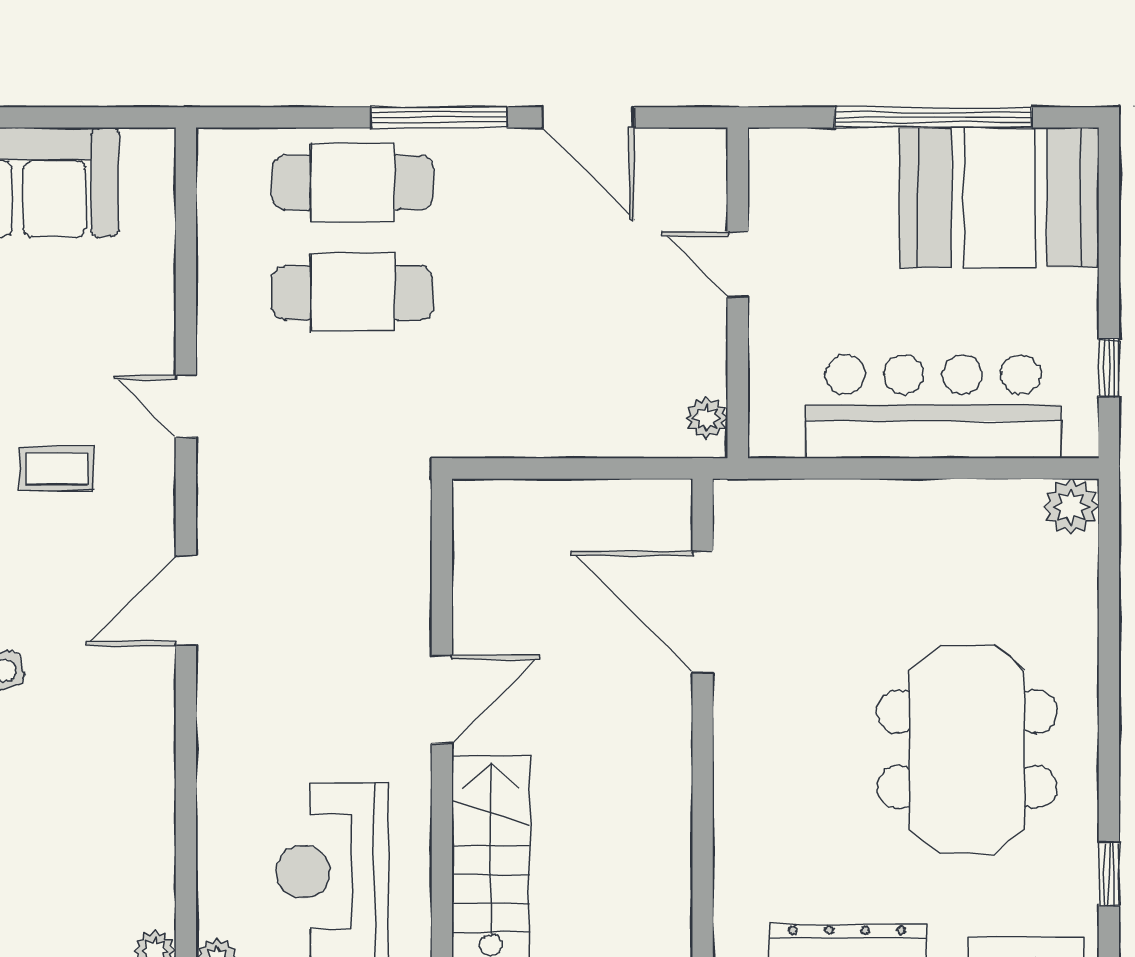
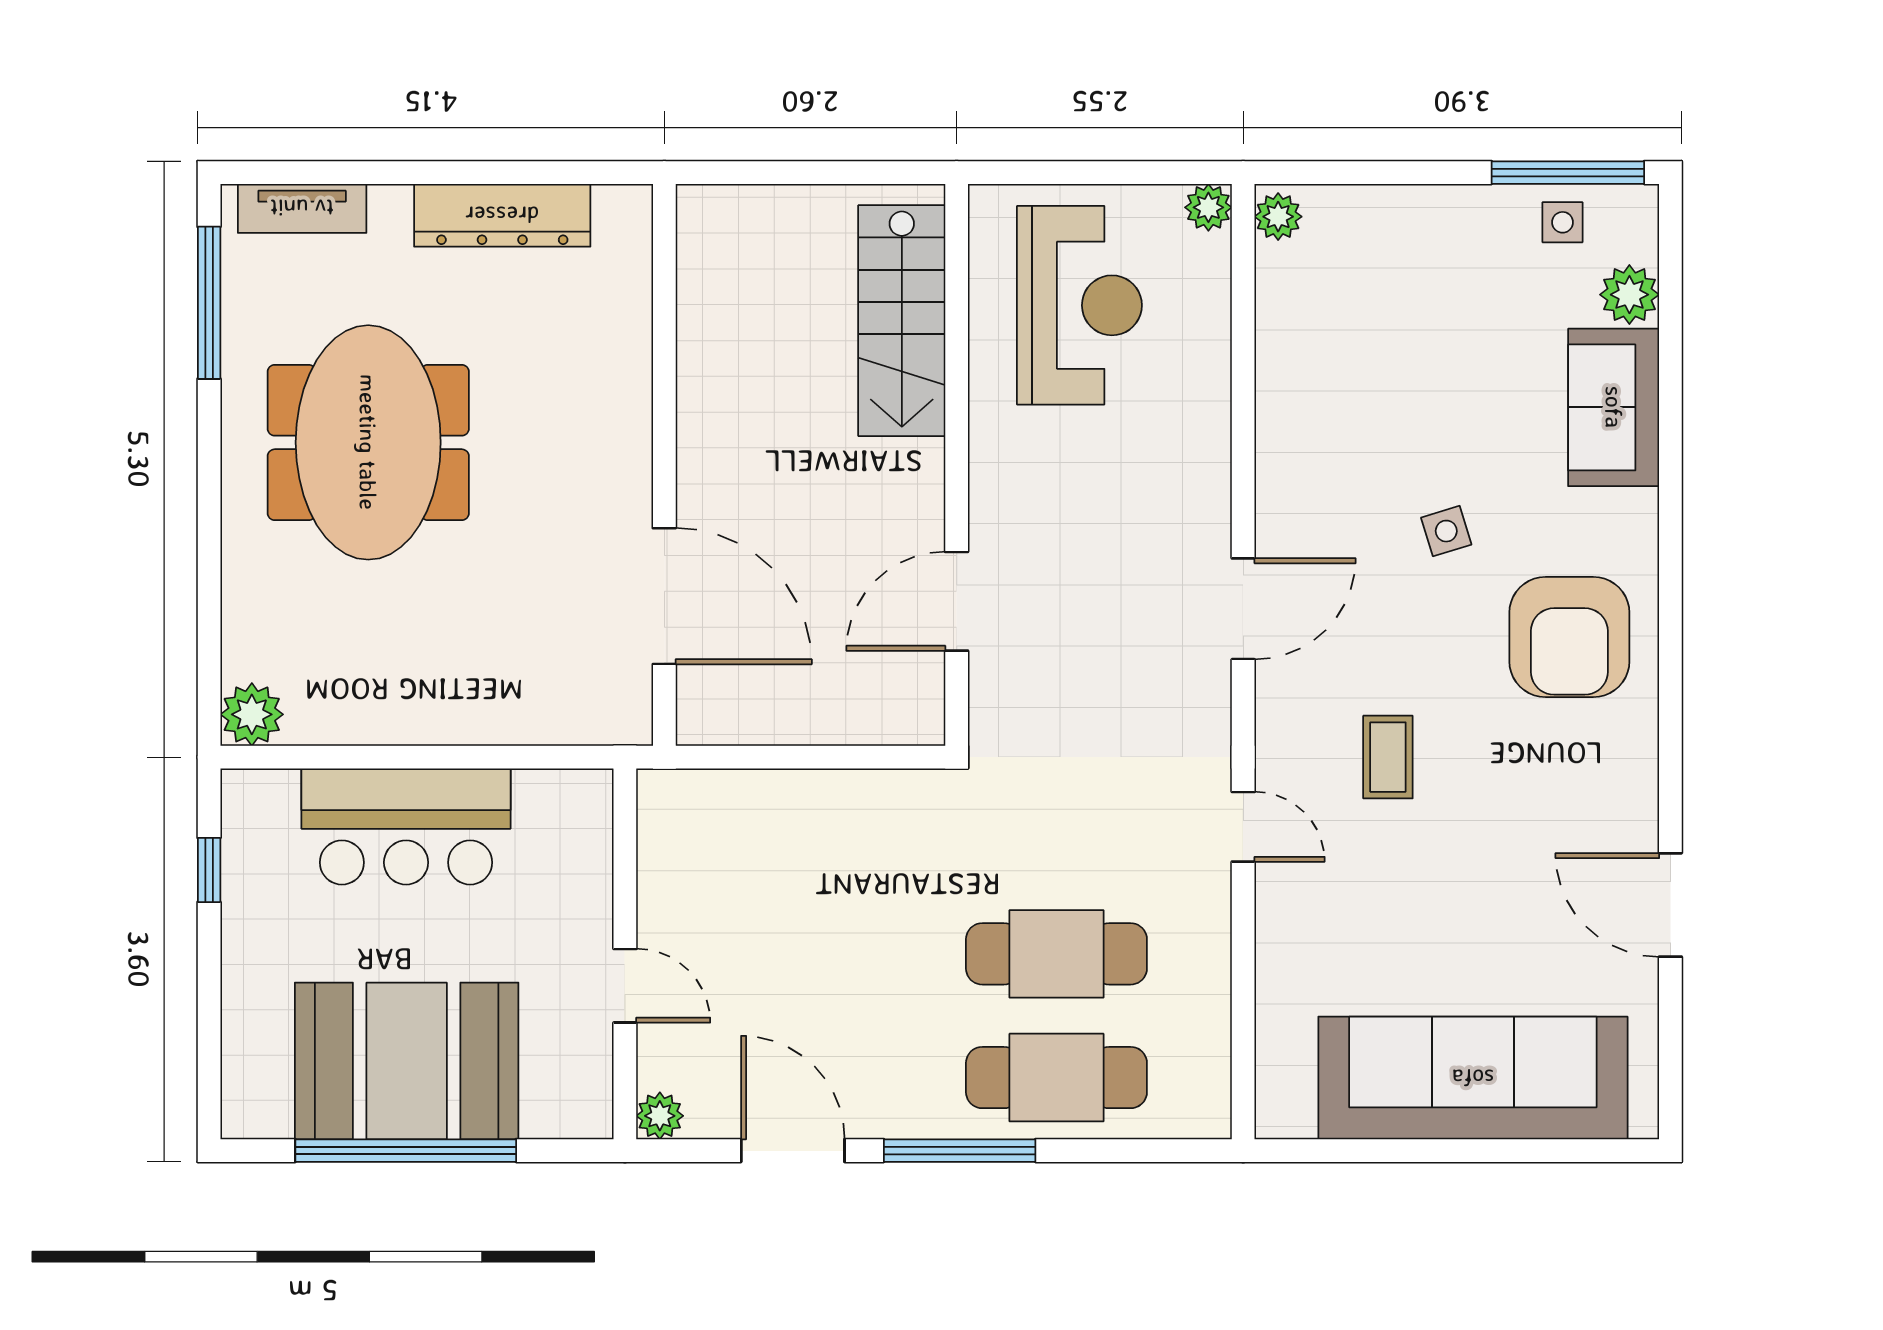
booth: (999, 197) -> (407, 1061), moved
bar counter: (933, 407) -> (406, 826), width x0.73
plant: (707, 418) -> (660, 1116), moved
coffee table: (57, 469) -> (1388, 757), turned 90
door: (442, 699) -> (957, 601), moved
window: (1109, 874) -> (209, 303), width x2.17

